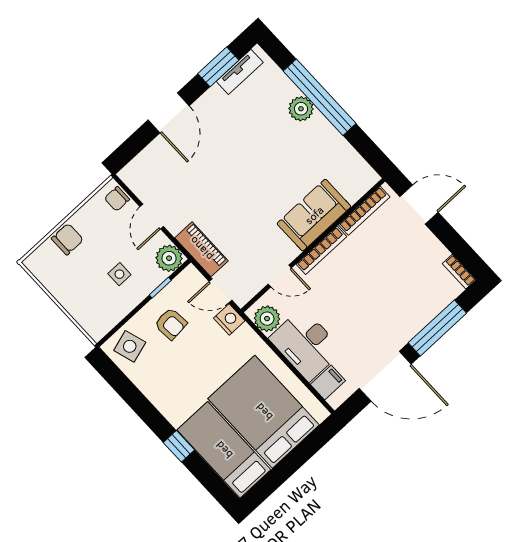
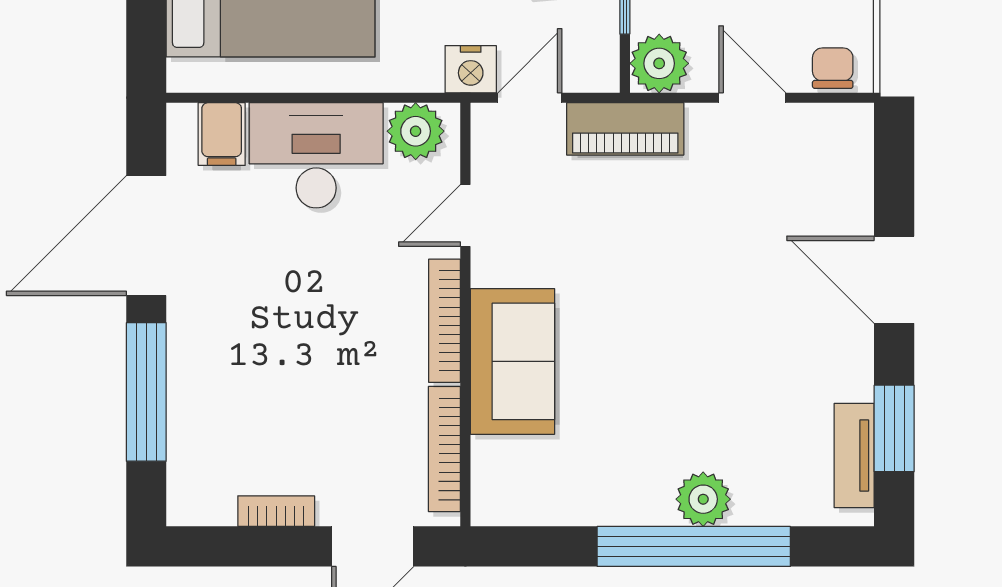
bookcase: (459, 272) -> (276, 511), moved

